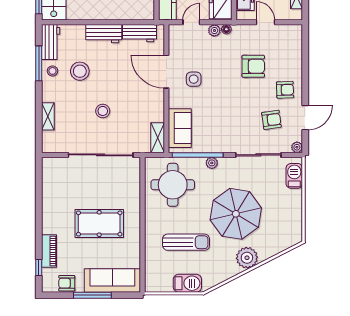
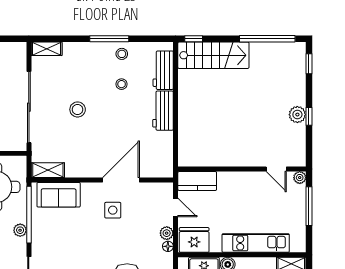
workbench: (140, 33) -> (164, 150), removed
workbench: (51, 42) -> (163, 70), moved, turned 90
window: (39, 63) -> (109, 39), moved
stool: (80, 71) -> (122, 84), width x0.53, depth x0.53
shelving: (48, 116) -> (47, 49), moved

